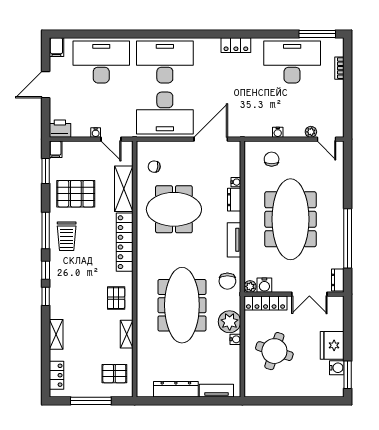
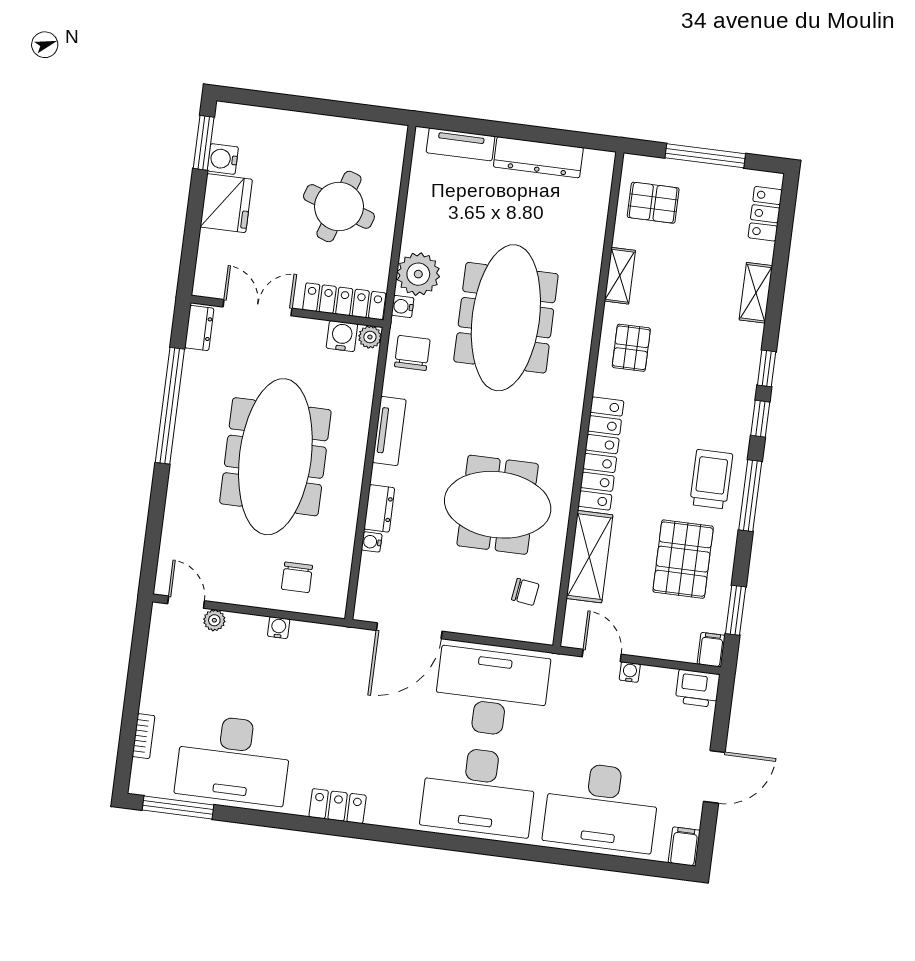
pallet: (76, 194) -> (683, 559), turned 90
water cooler: (235, 339) -> (403, 306), moved

